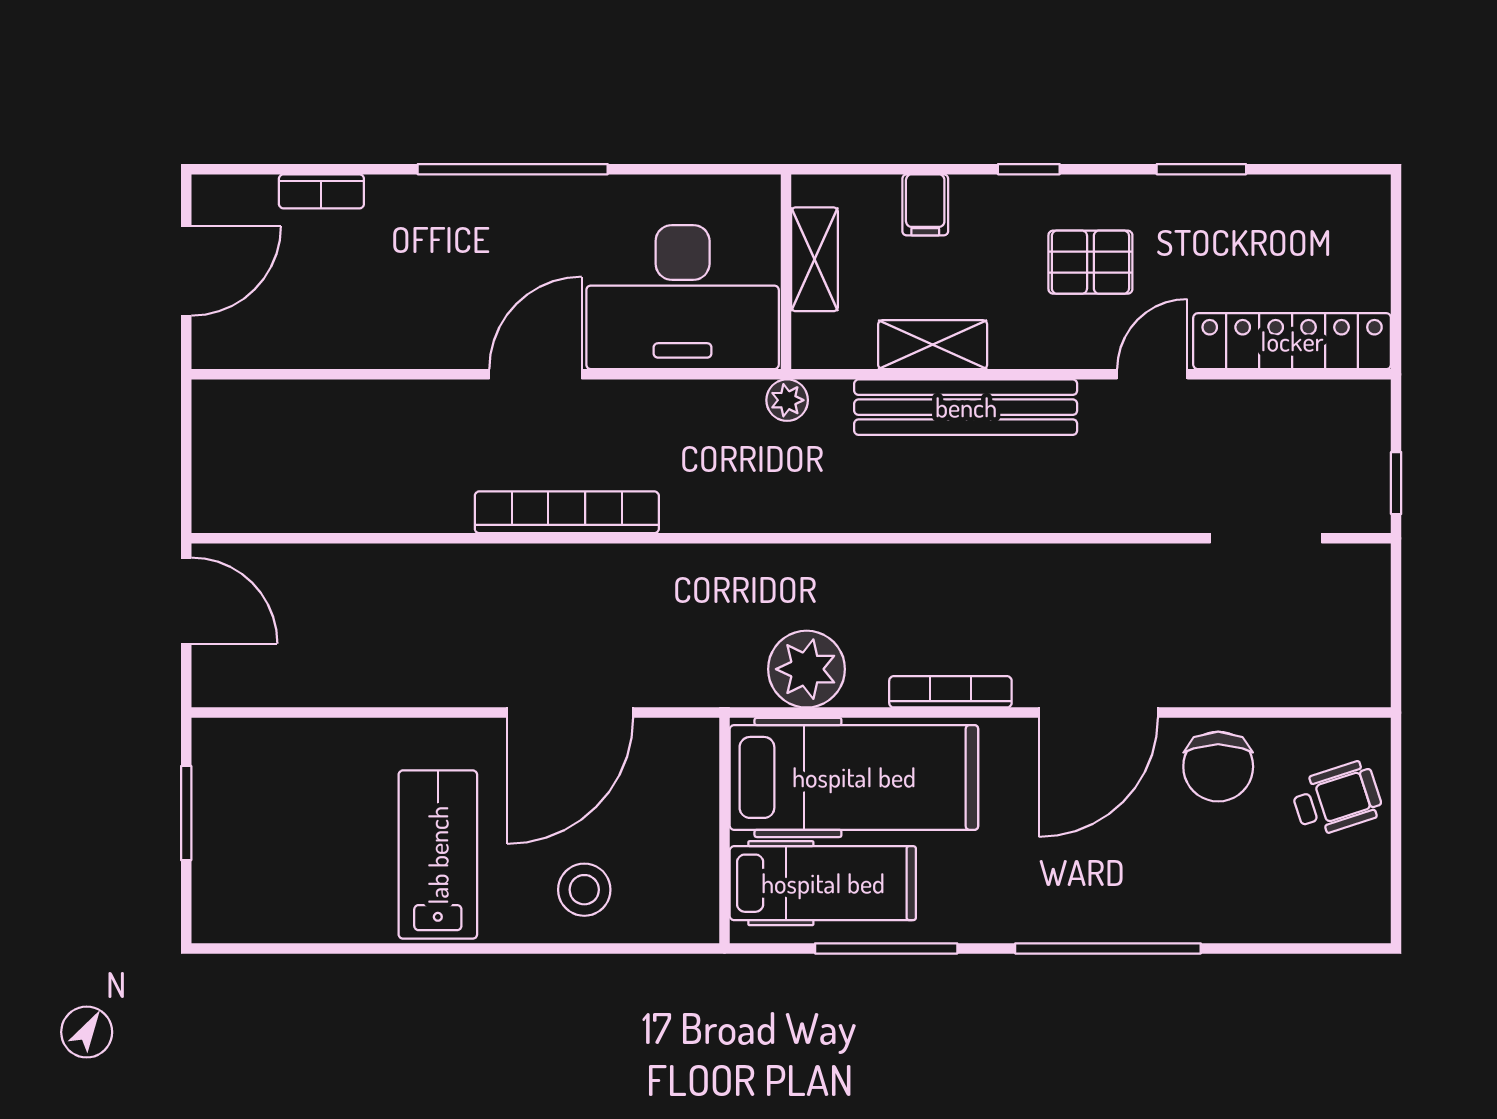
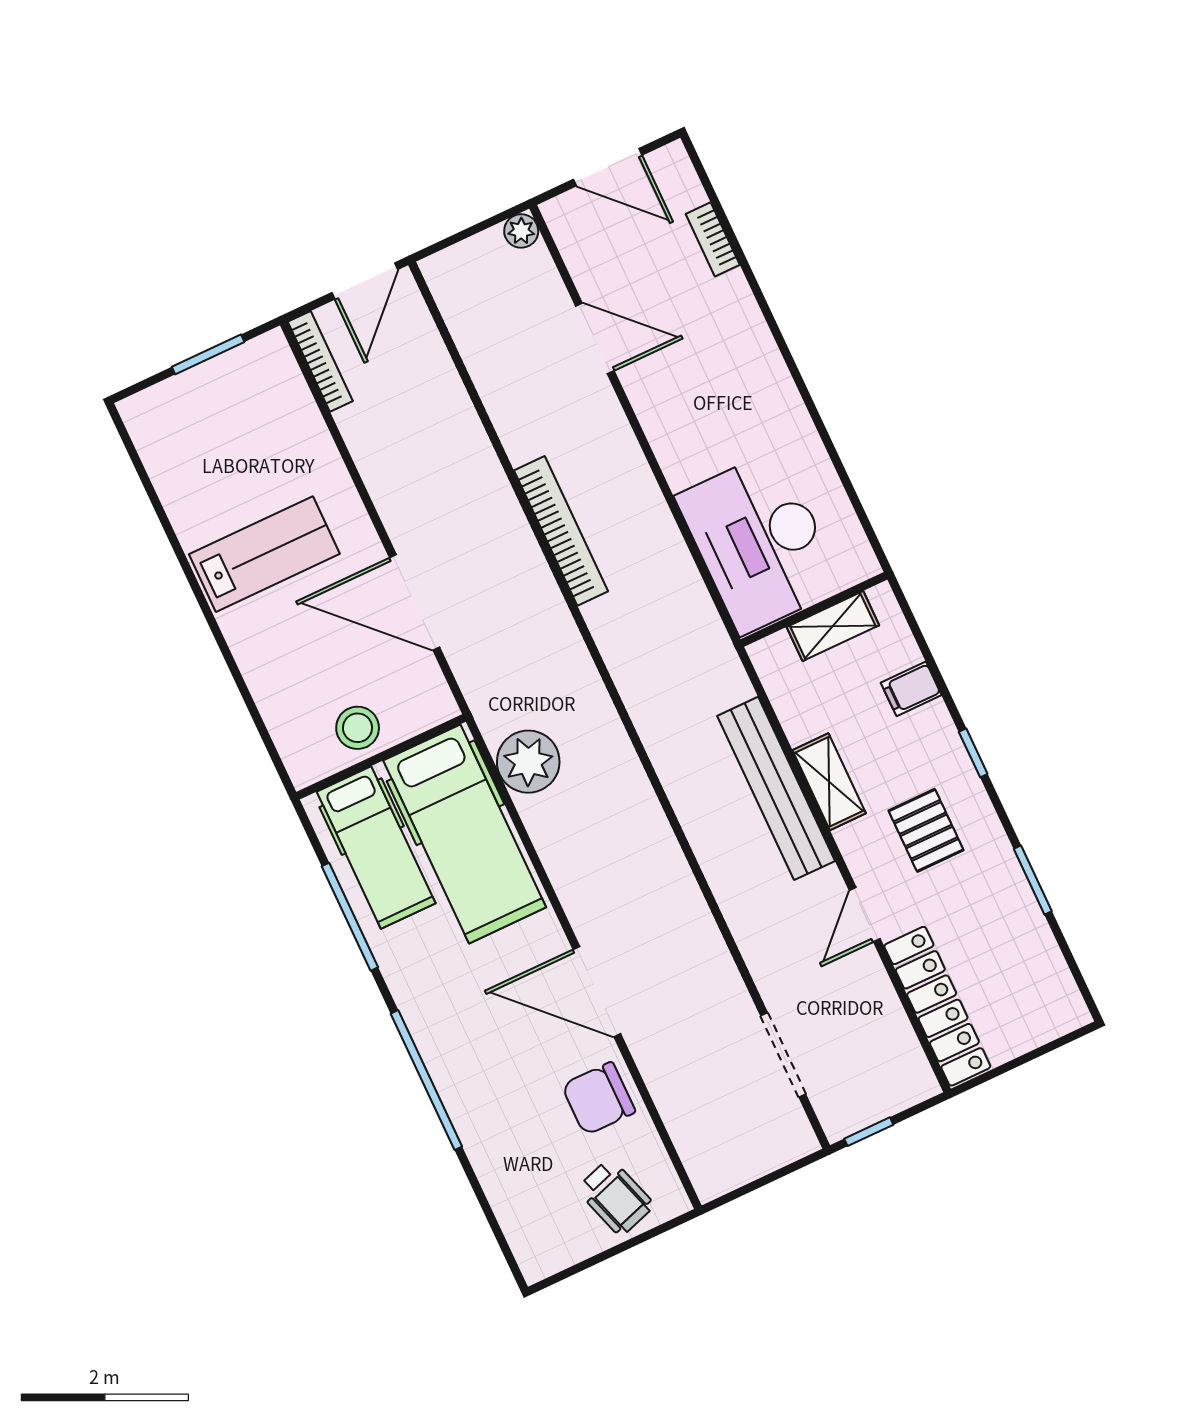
window: (513, 169) -> (795, 373), removed
shelving: (933, 345) -> (829, 782), moved
door: (535, 374) -> (595, 338), moved
door: (1152, 374) -> (865, 915), swing flipped
plant: (787, 400) -> (521, 231), moved
bookcase: (950, 692) -> (320, 361), moved
stool: (584, 890) -> (358, 728), moved

